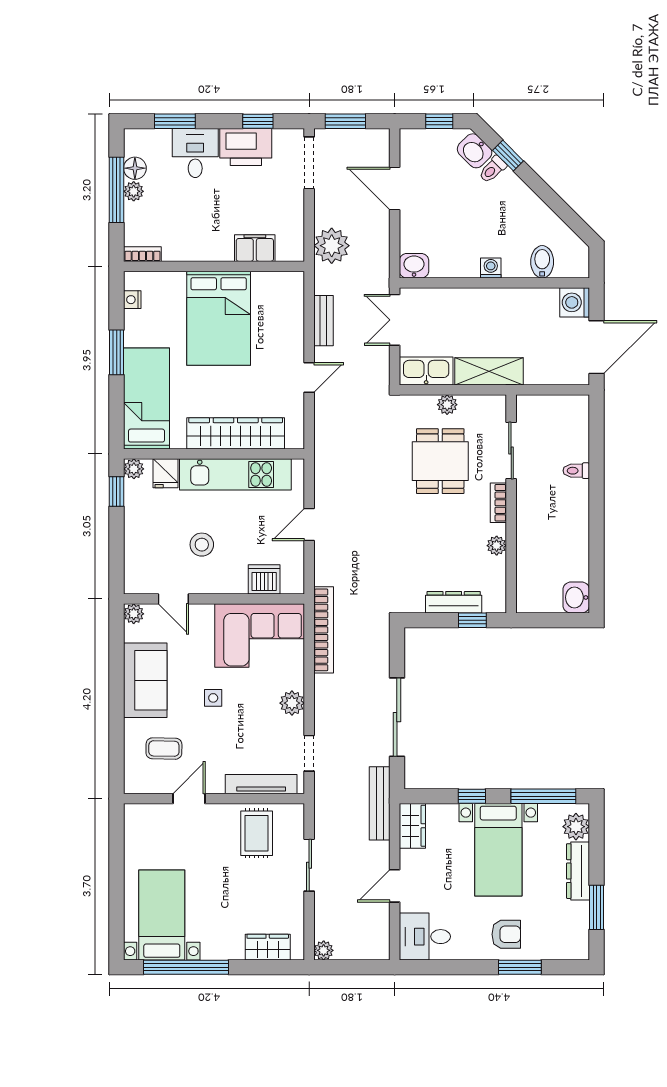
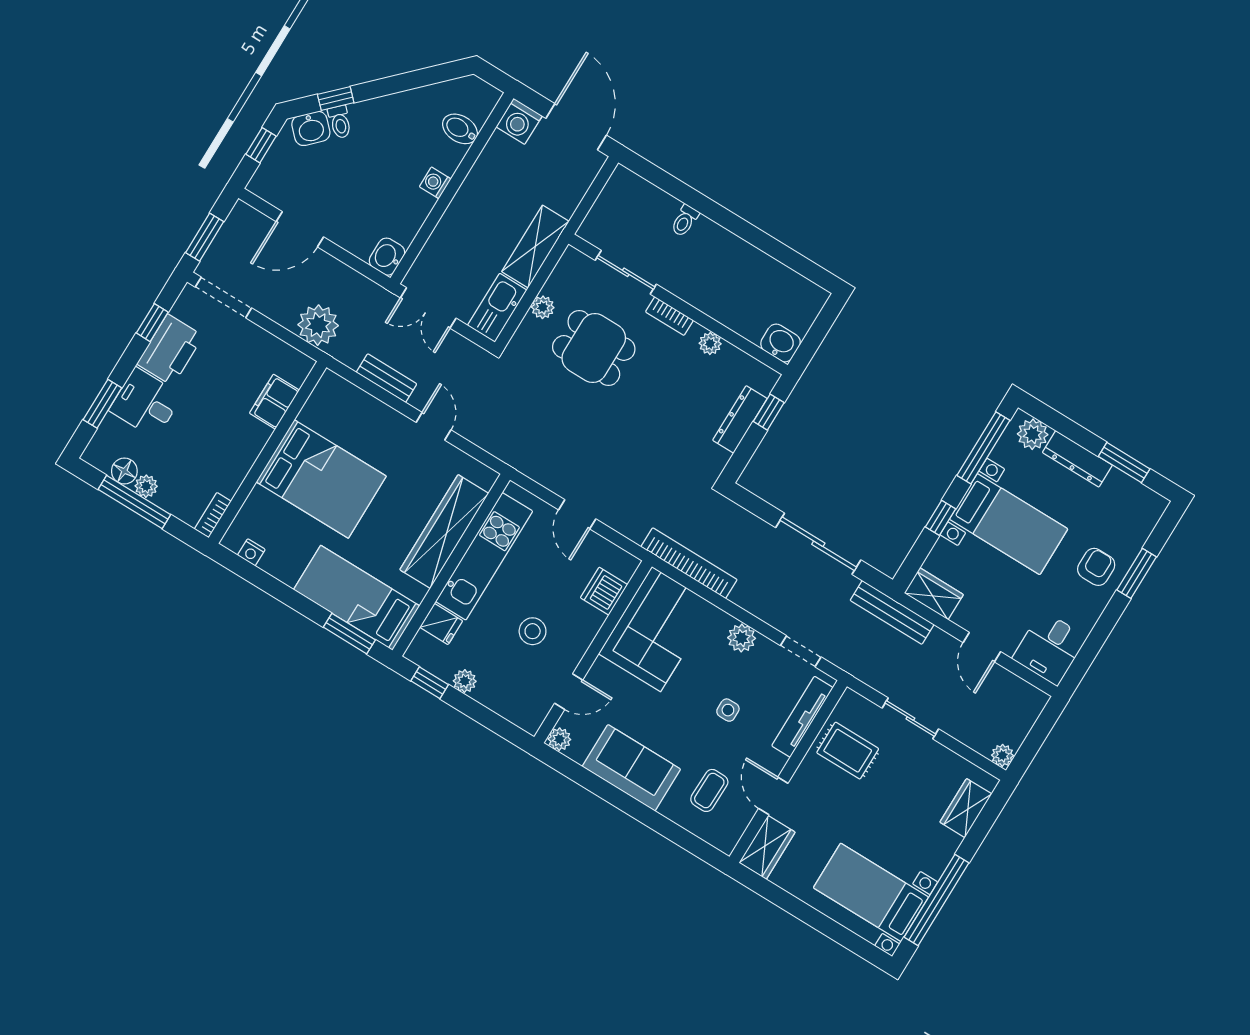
window: (117, 352) -> (349, 634), moved
plant: (134, 469) -> (465, 681), moved
washbasin: (576, 597) -> (781, 343), moved, turned 180
side table: (213, 698) -> (728, 710), moved
wardrobe: (148, 817) -> (767, 847), added

